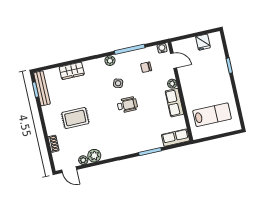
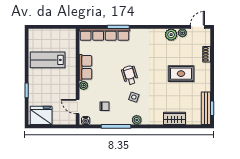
fridge: (203, 42) -> (41, 115), width x1.88, depth x1.34
wheelchair: (127, 105) -> (130, 75), turned 73
lab bench: (212, 115) -> (48, 60), moved
row of seats: (175, 138) -> (104, 34), width x2.02
door: (69, 170) -> (197, 27), hinge flipped

